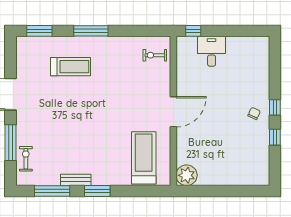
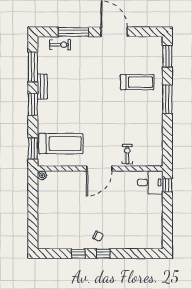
desk: (212, 51) -> (150, 182), moved
exercise bike: (155, 55) -> (127, 154), moved
treadmill: (70, 67) -> (137, 82), turned -90
door: (173, 112) -> (99, 169), hinge flipped
plant: (187, 175) -> (42, 175), width x0.53, depth x0.53
window: (150, 191) -> (33, 148), added

